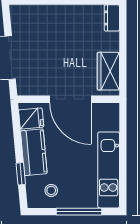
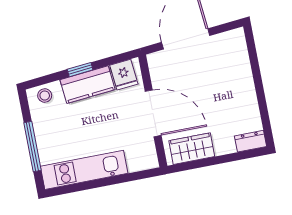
door: (70, 99) -> (153, 113), swing flipped
window: (21, 174) -> (80, 70), moved
stool: (51, 190) -> (45, 96), moved

